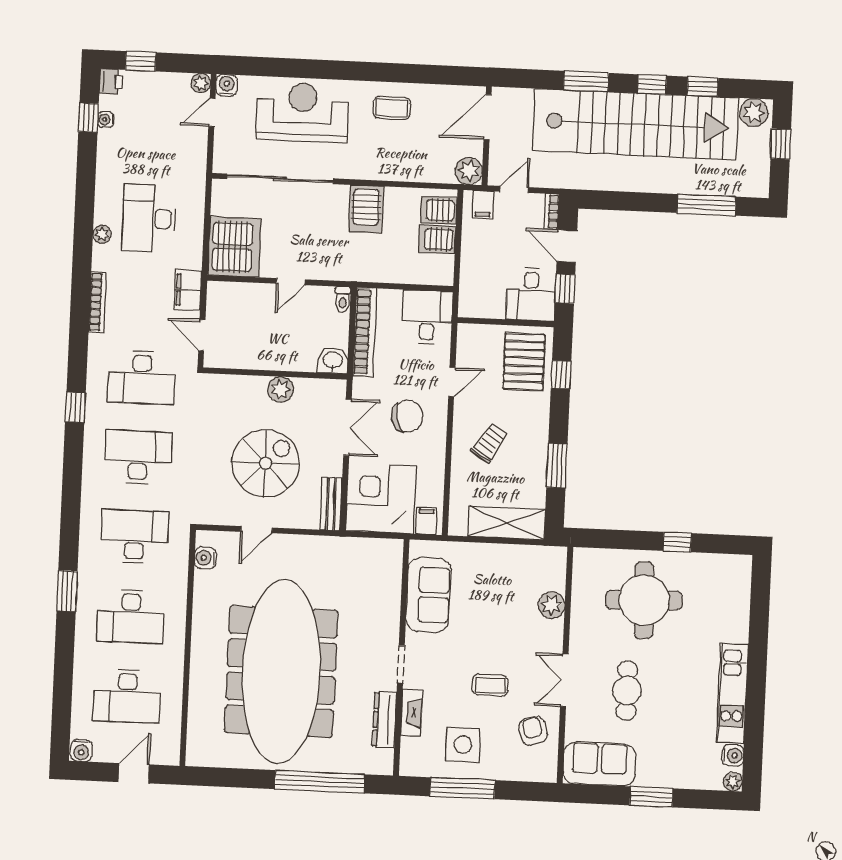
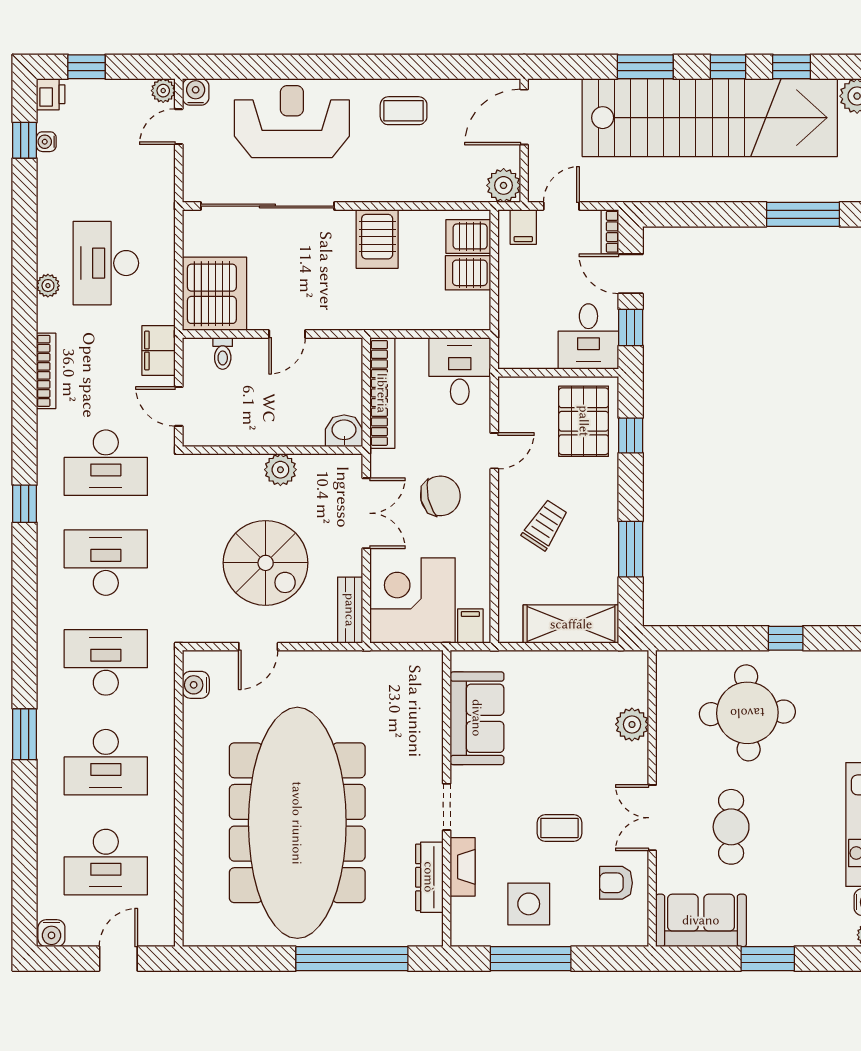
toilet: (343, 299) -> (223, 353), moved
spiral stairs: (265, 463) -> (266, 563), turned 90
armchair: (533, 731) -> (616, 883), turned -72

